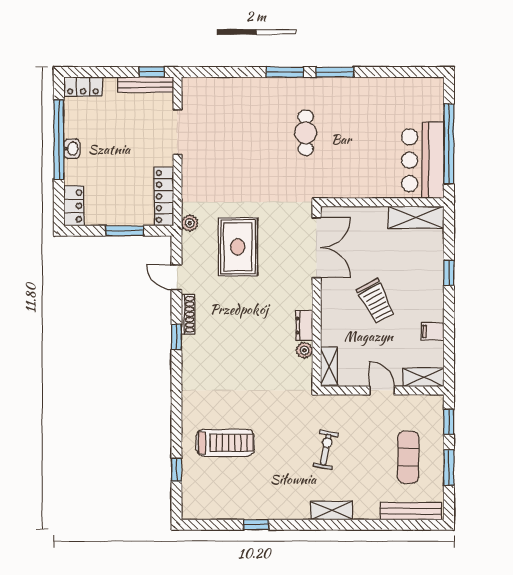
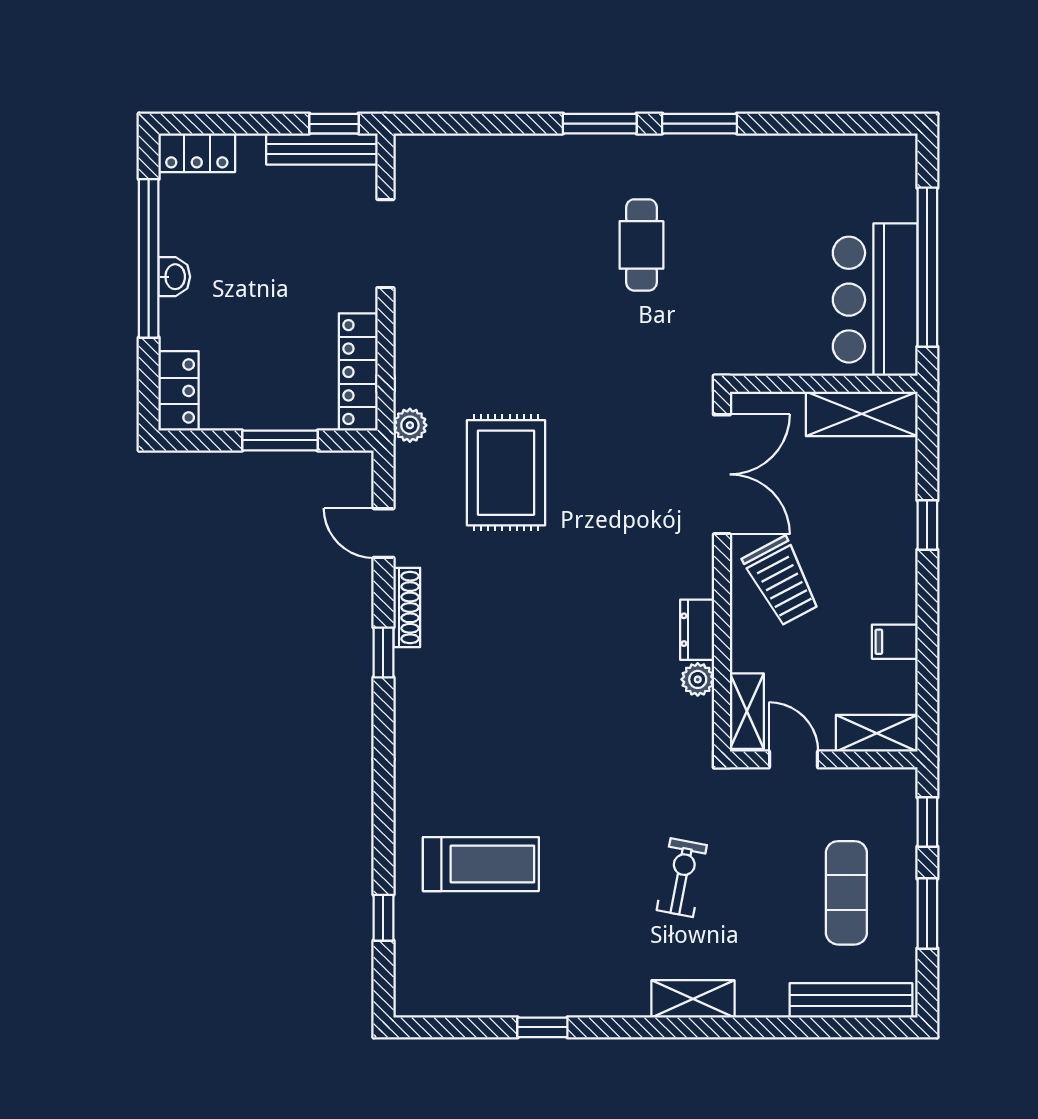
double door: (317, 248) -> (722, 474), moved
wall: (317, 296) -> (722, 572), moved
dresser: (304, 326) -> (697, 630), moved
plant: (304, 350) -> (698, 679), moved
shelving: (329, 366) -> (747, 711), moved

